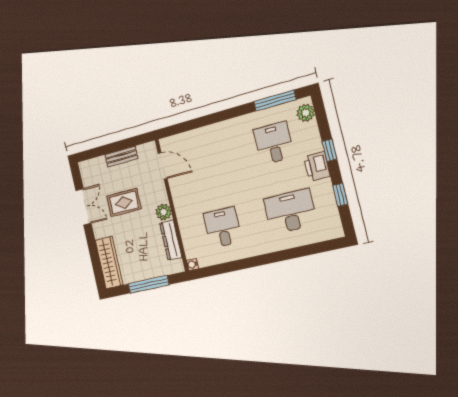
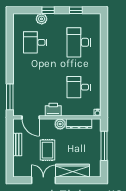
window: (275, 101) -> (10, 97), moved
plant: (306, 113) -> (42, 19), moved
door: (163, 166) -> (31, 117), swing flipped
printer: (317, 166) -> (53, 110), moved, turned 180
wardrobe: (109, 262) -> (73, 171), moved

